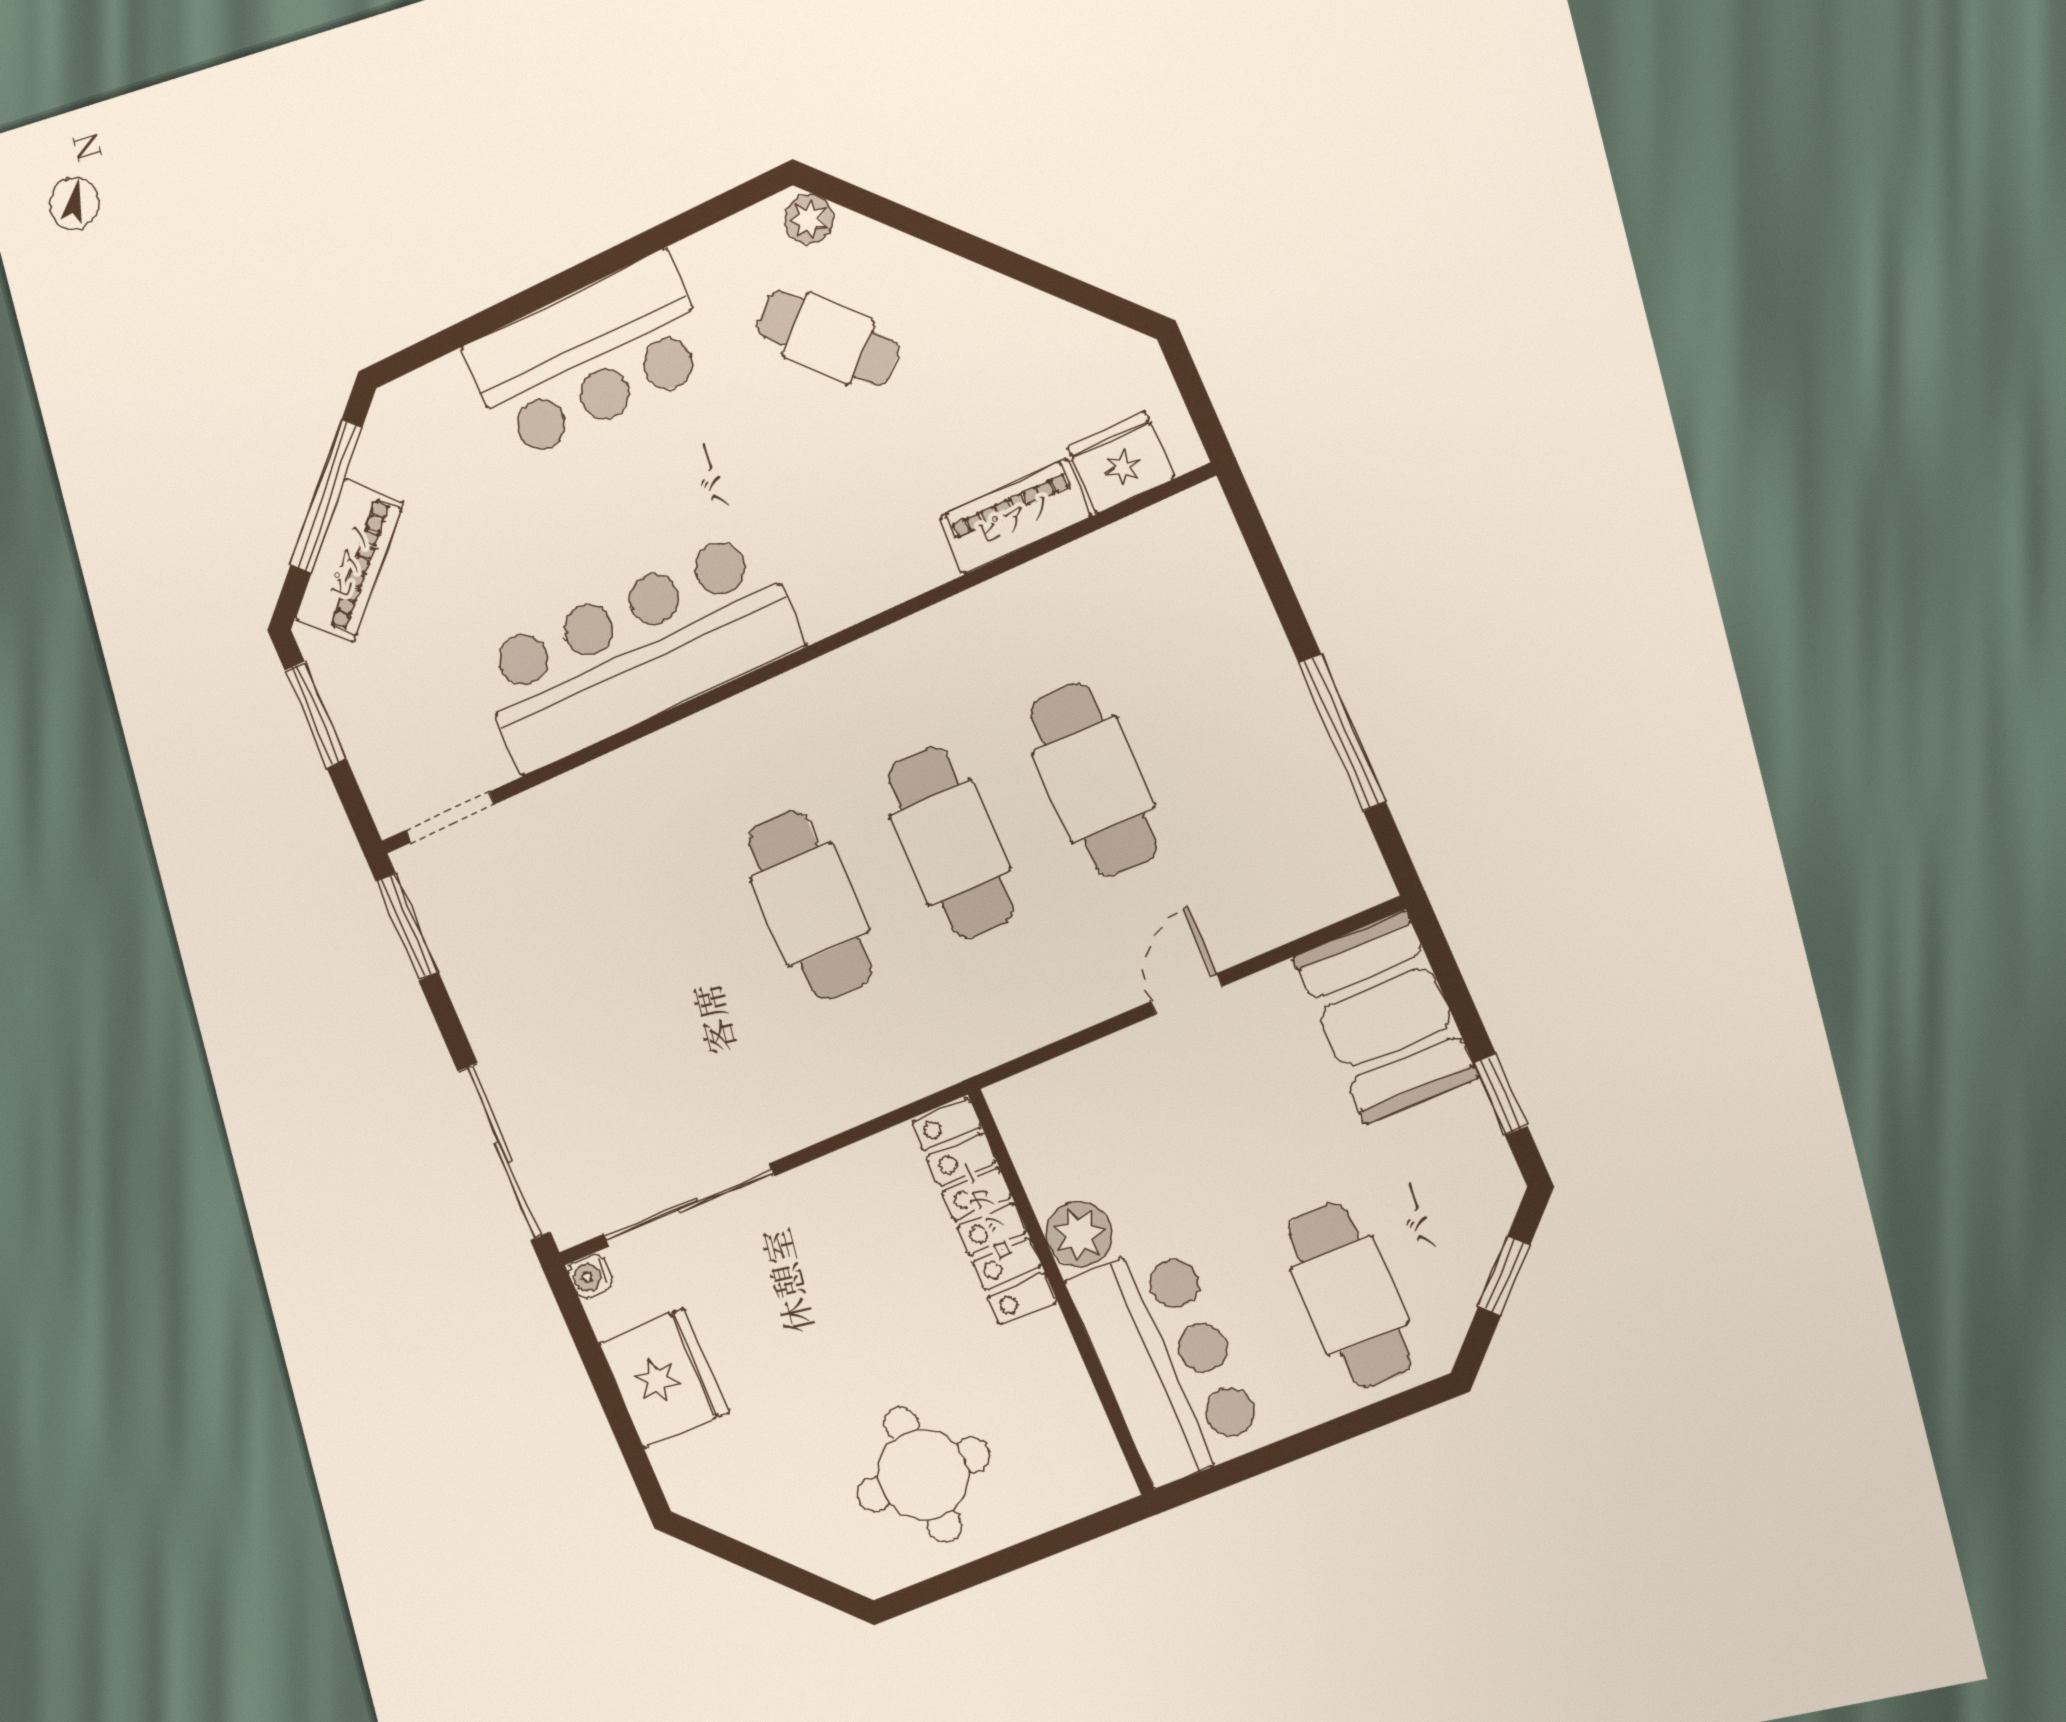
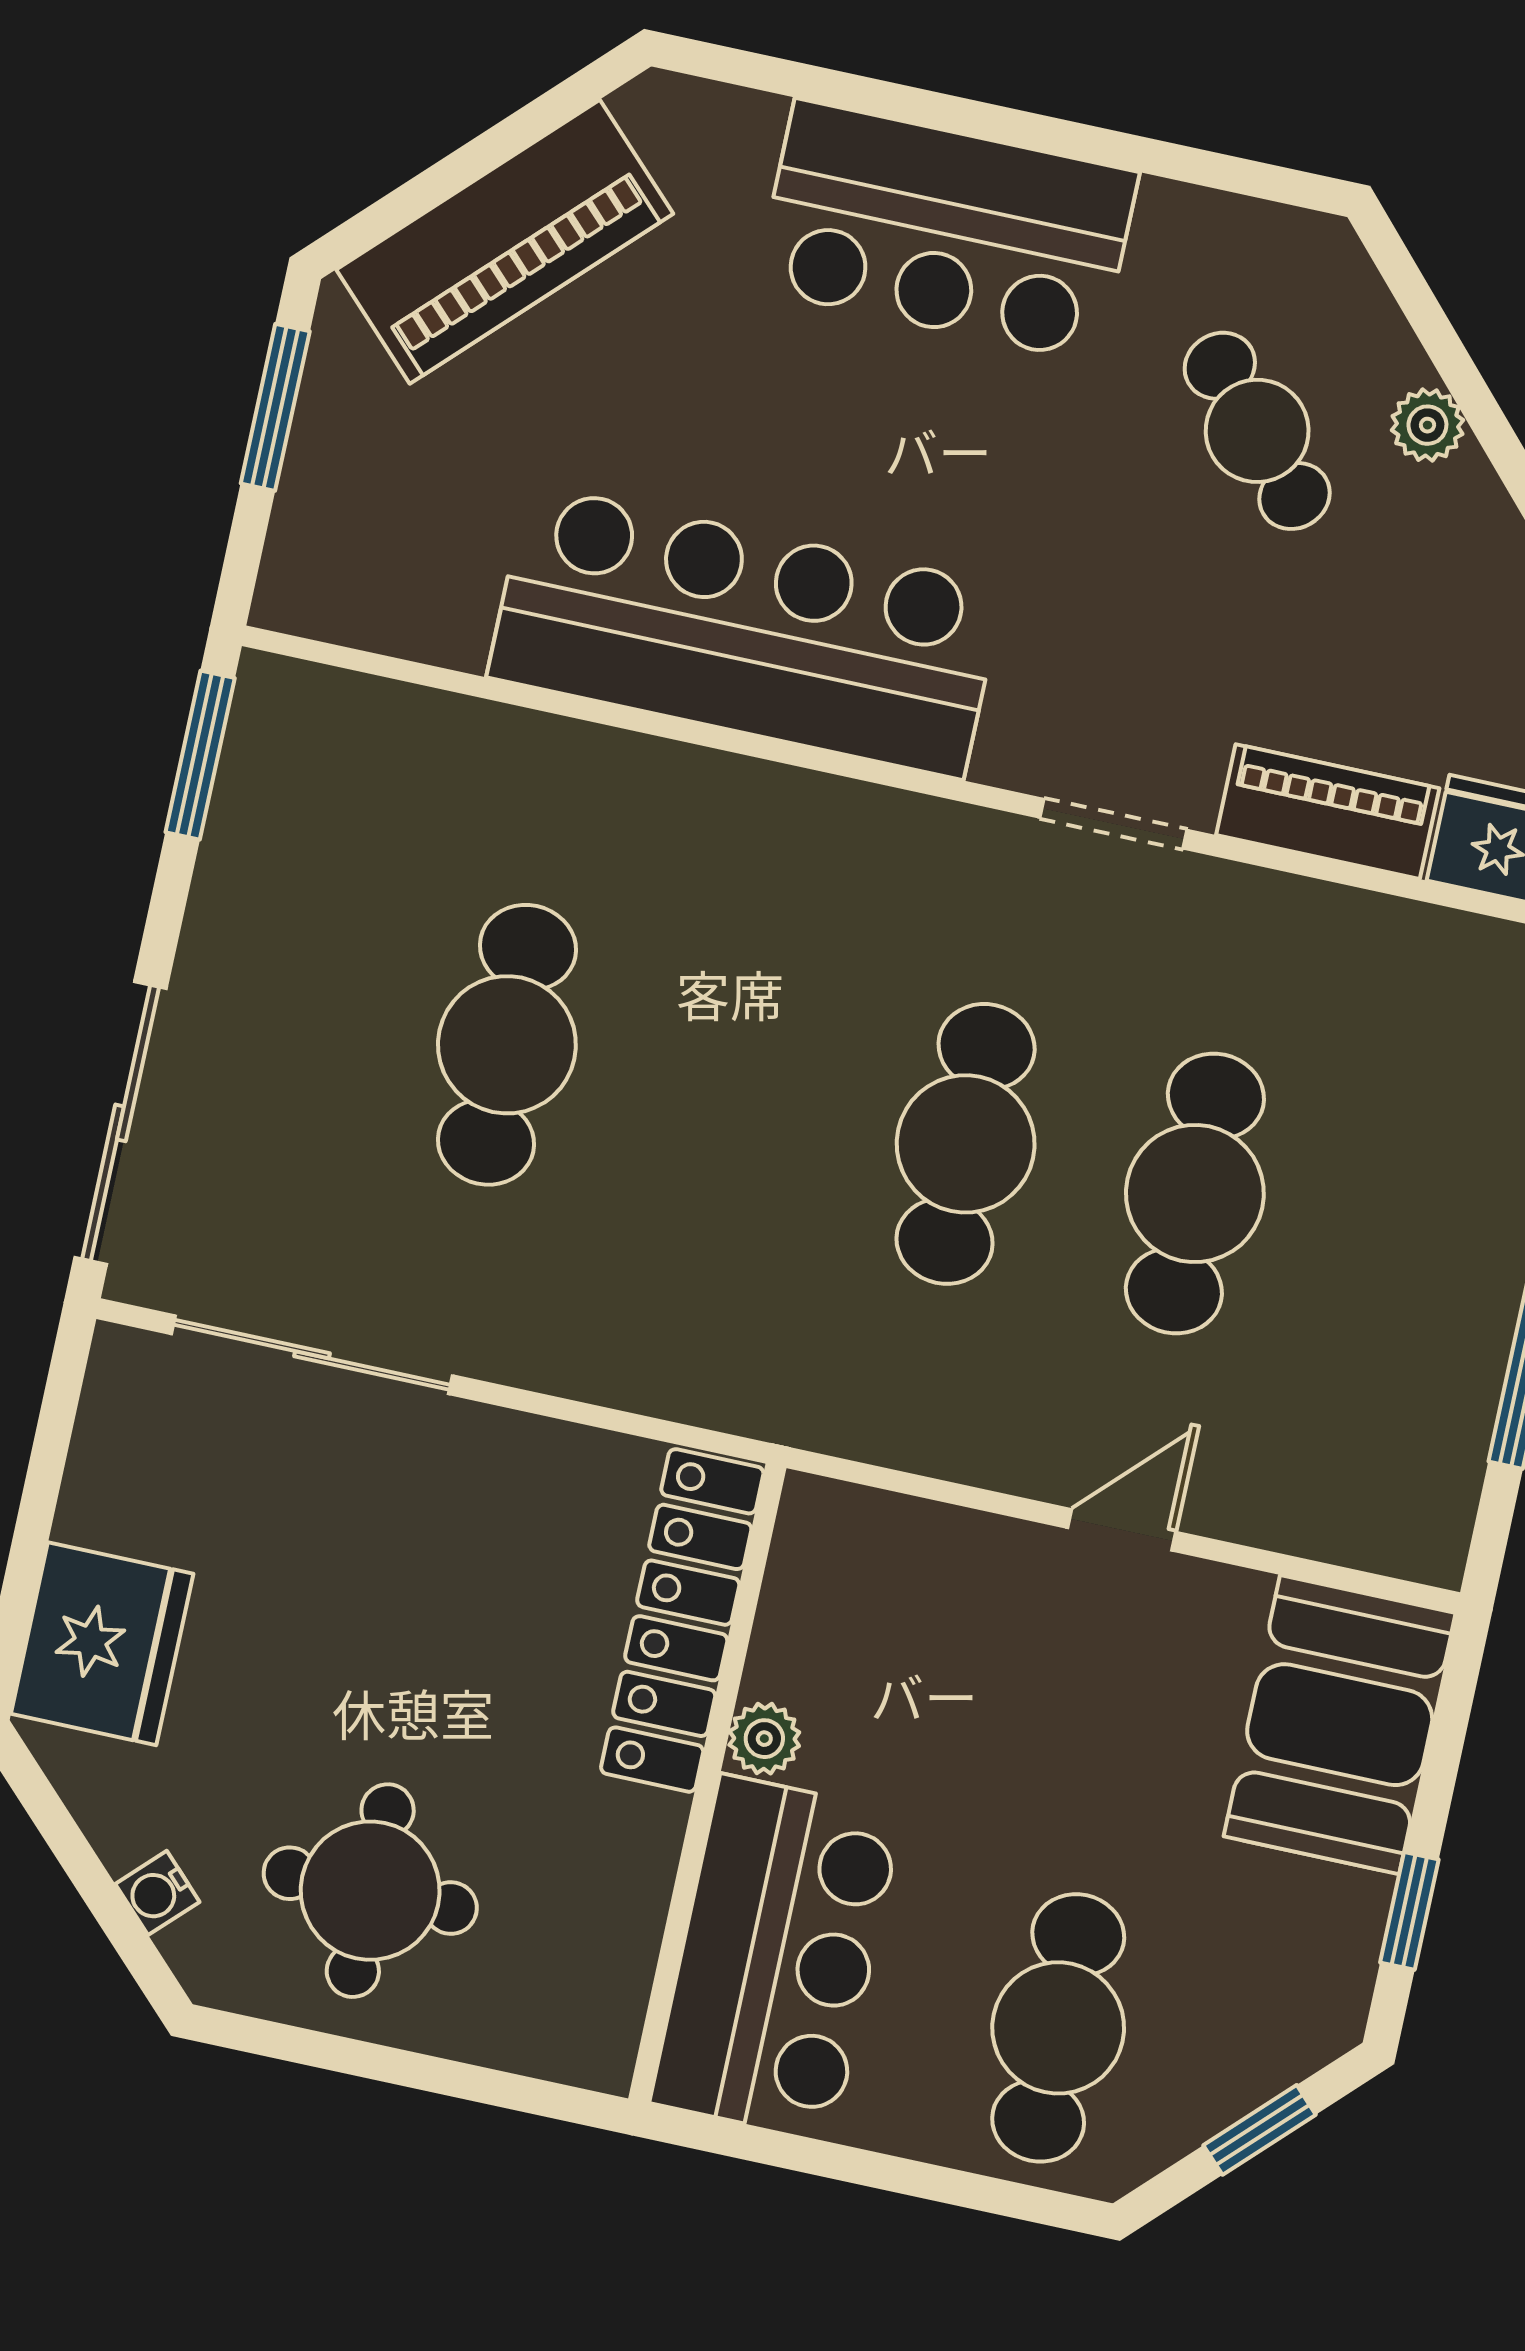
plant: (809, 219) -> (1427, 425), moved
window: (326, 496) -> (489, 150), removed
piano: (349, 560) -> (505, 242), width x1.37, depth x1.33
doorway: (450, 817) -> (1113, 824), moved
cafe table: (809, 905) -> (507, 1045), moved
plant: (1079, 1234) -> (764, 1739), width x0.73, depth x0.73
water cooler: (590, 1276) -> (157, 1893), moved, turned -45
fridge: (664, 1378) -> (102, 1644), moved

